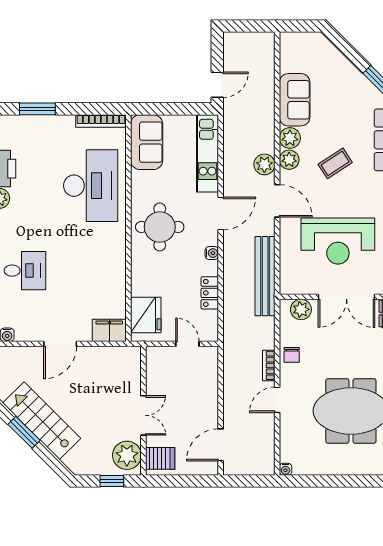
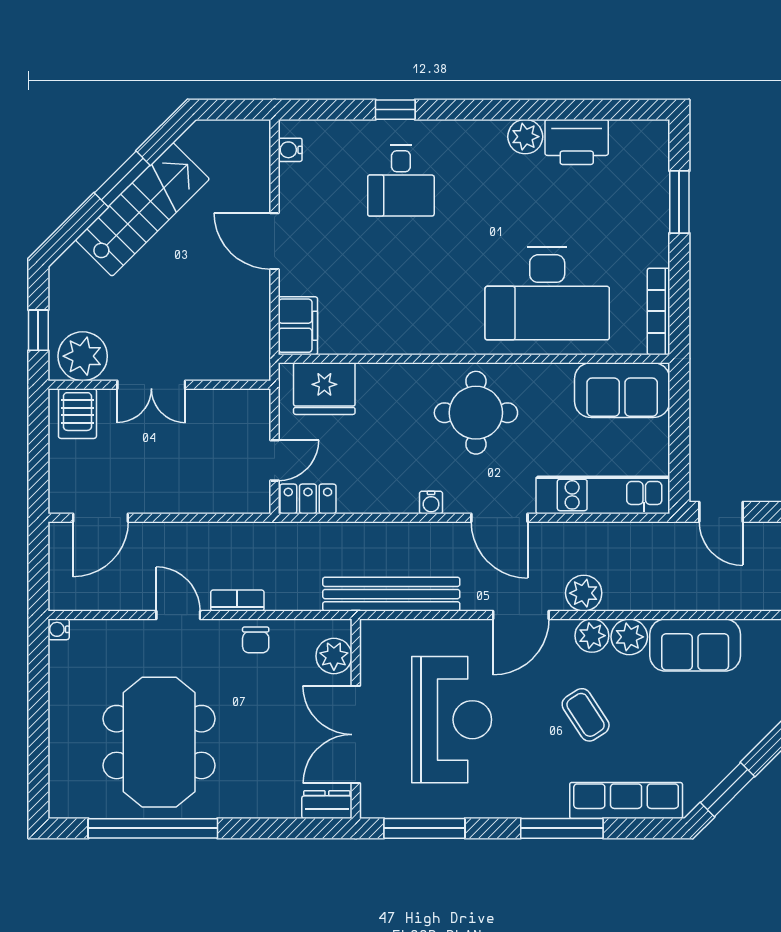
reception desk: (338, 241) -> (452, 720), turned 180
locker: (210, 293) -> (308, 499), moved
chair: (292, 355) -> (256, 640), turned -90
door: (221, 445) -> (101, 518), swing flipped

